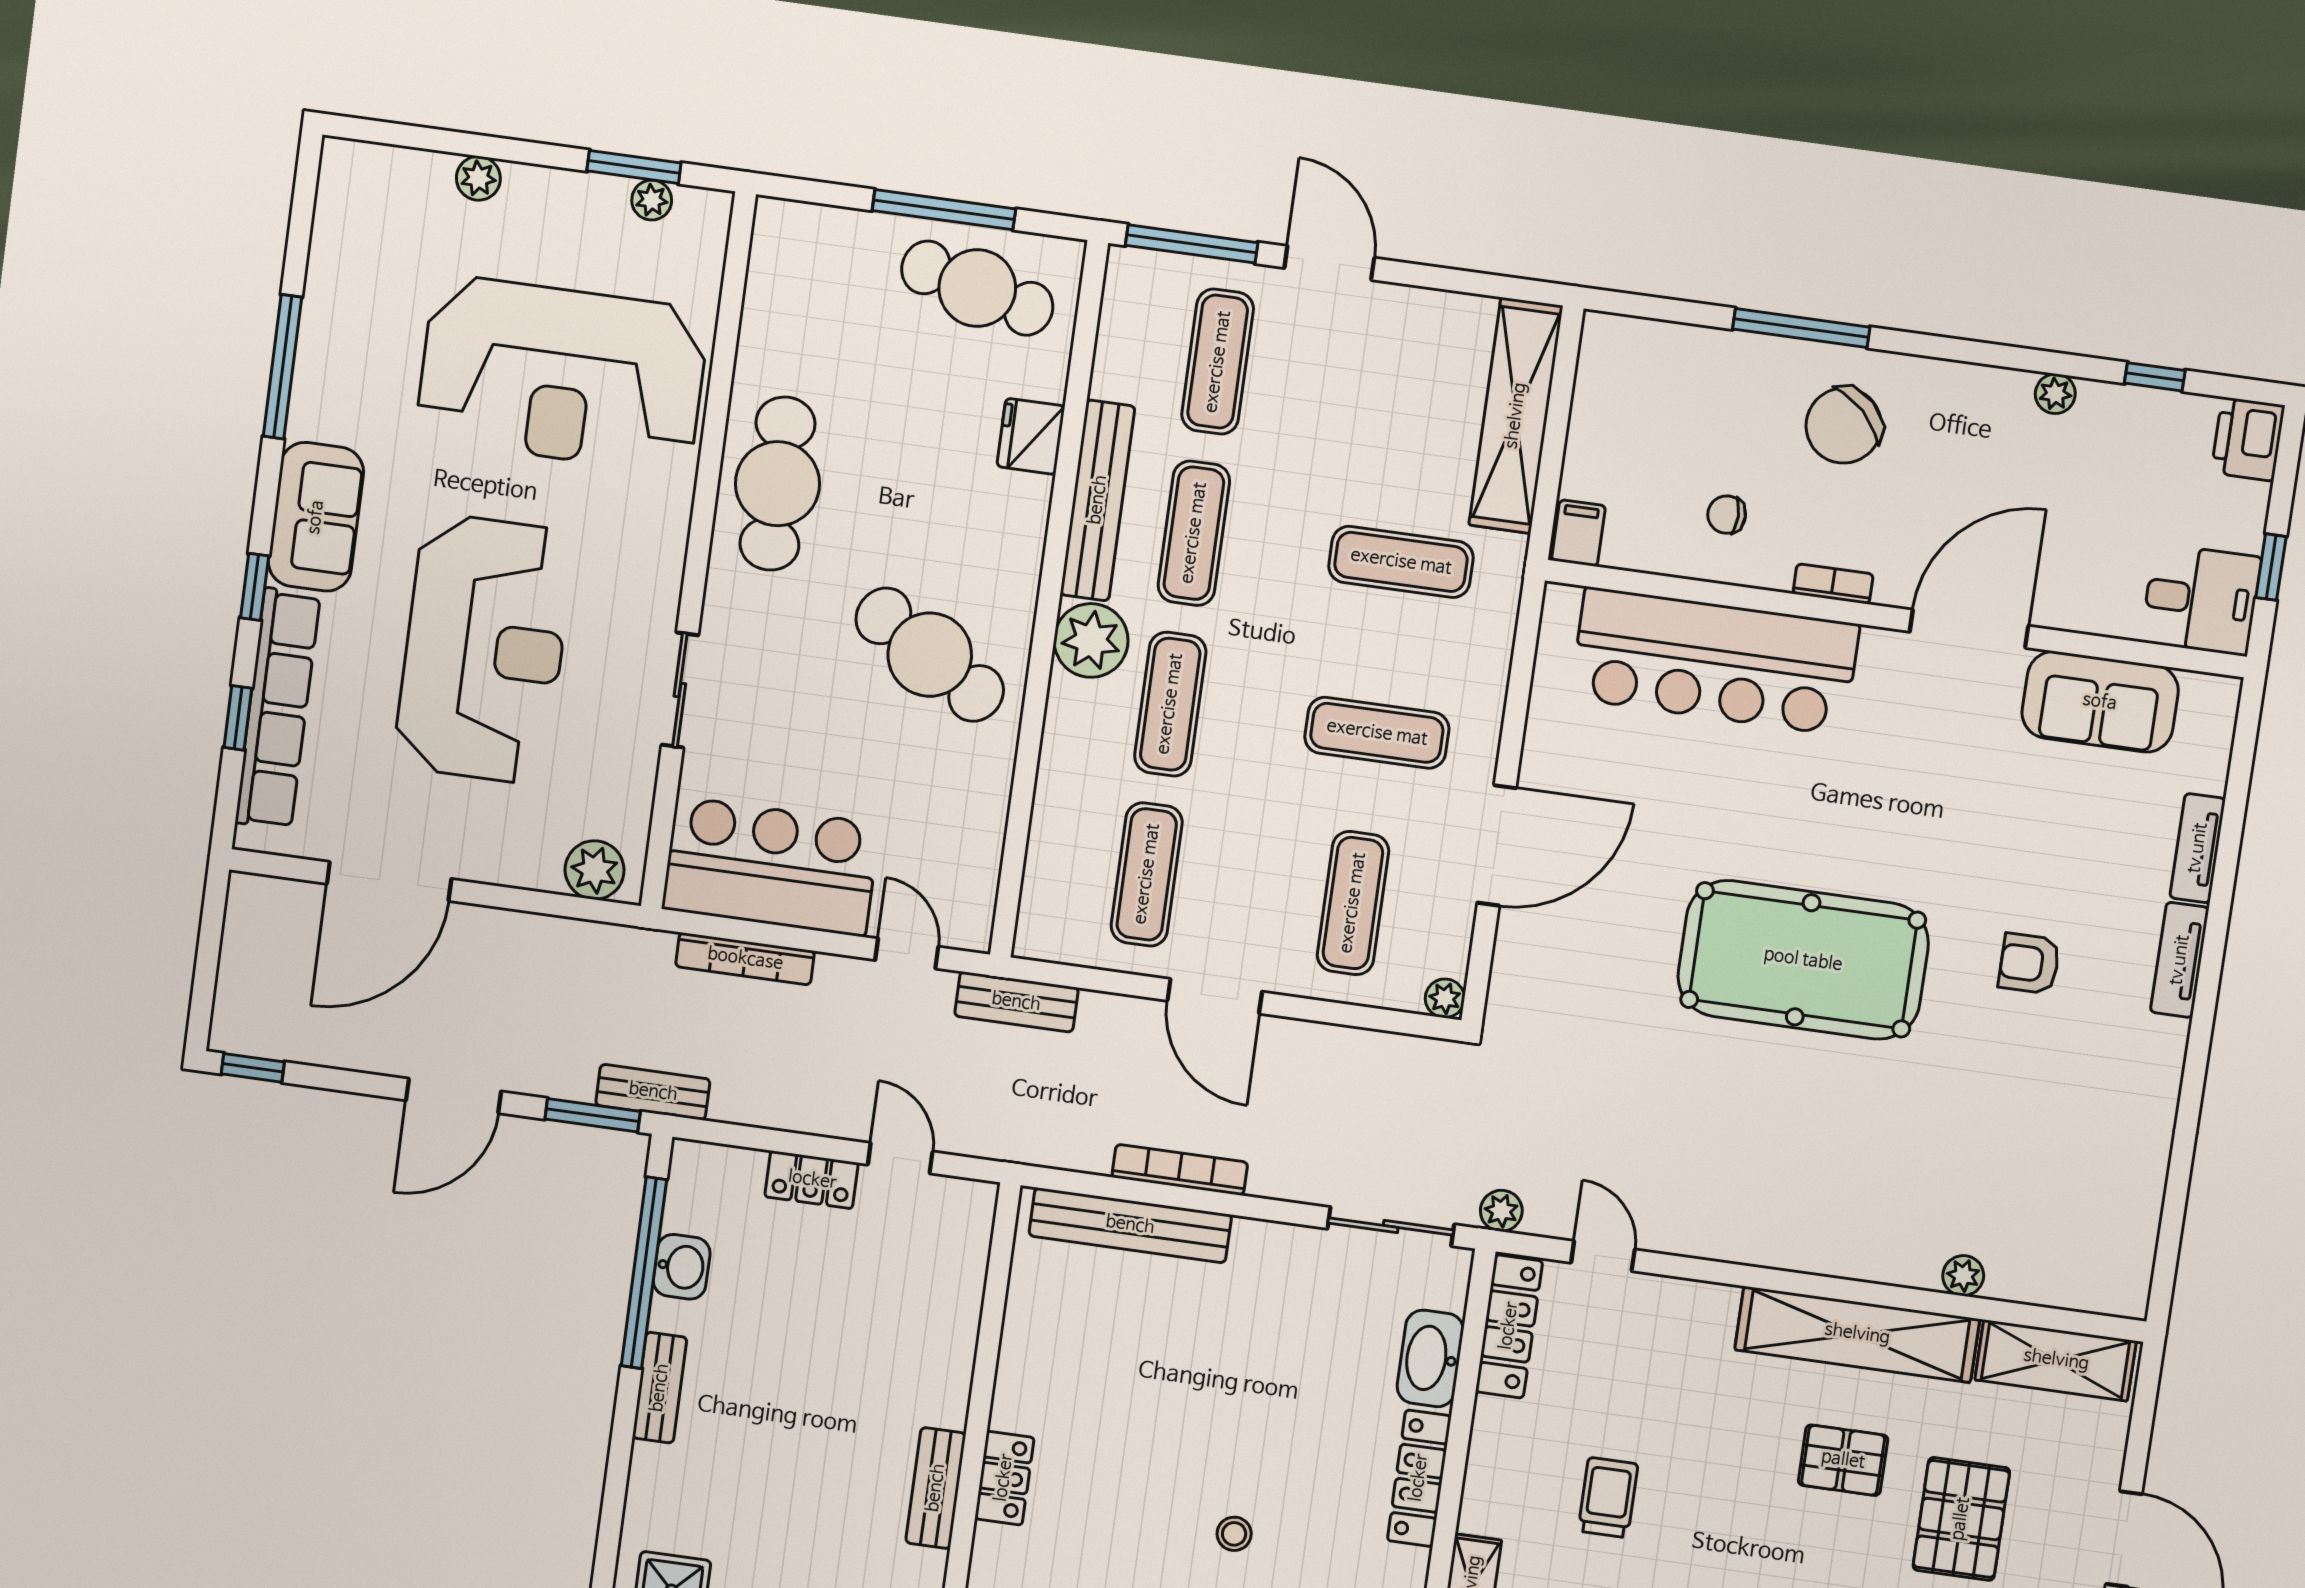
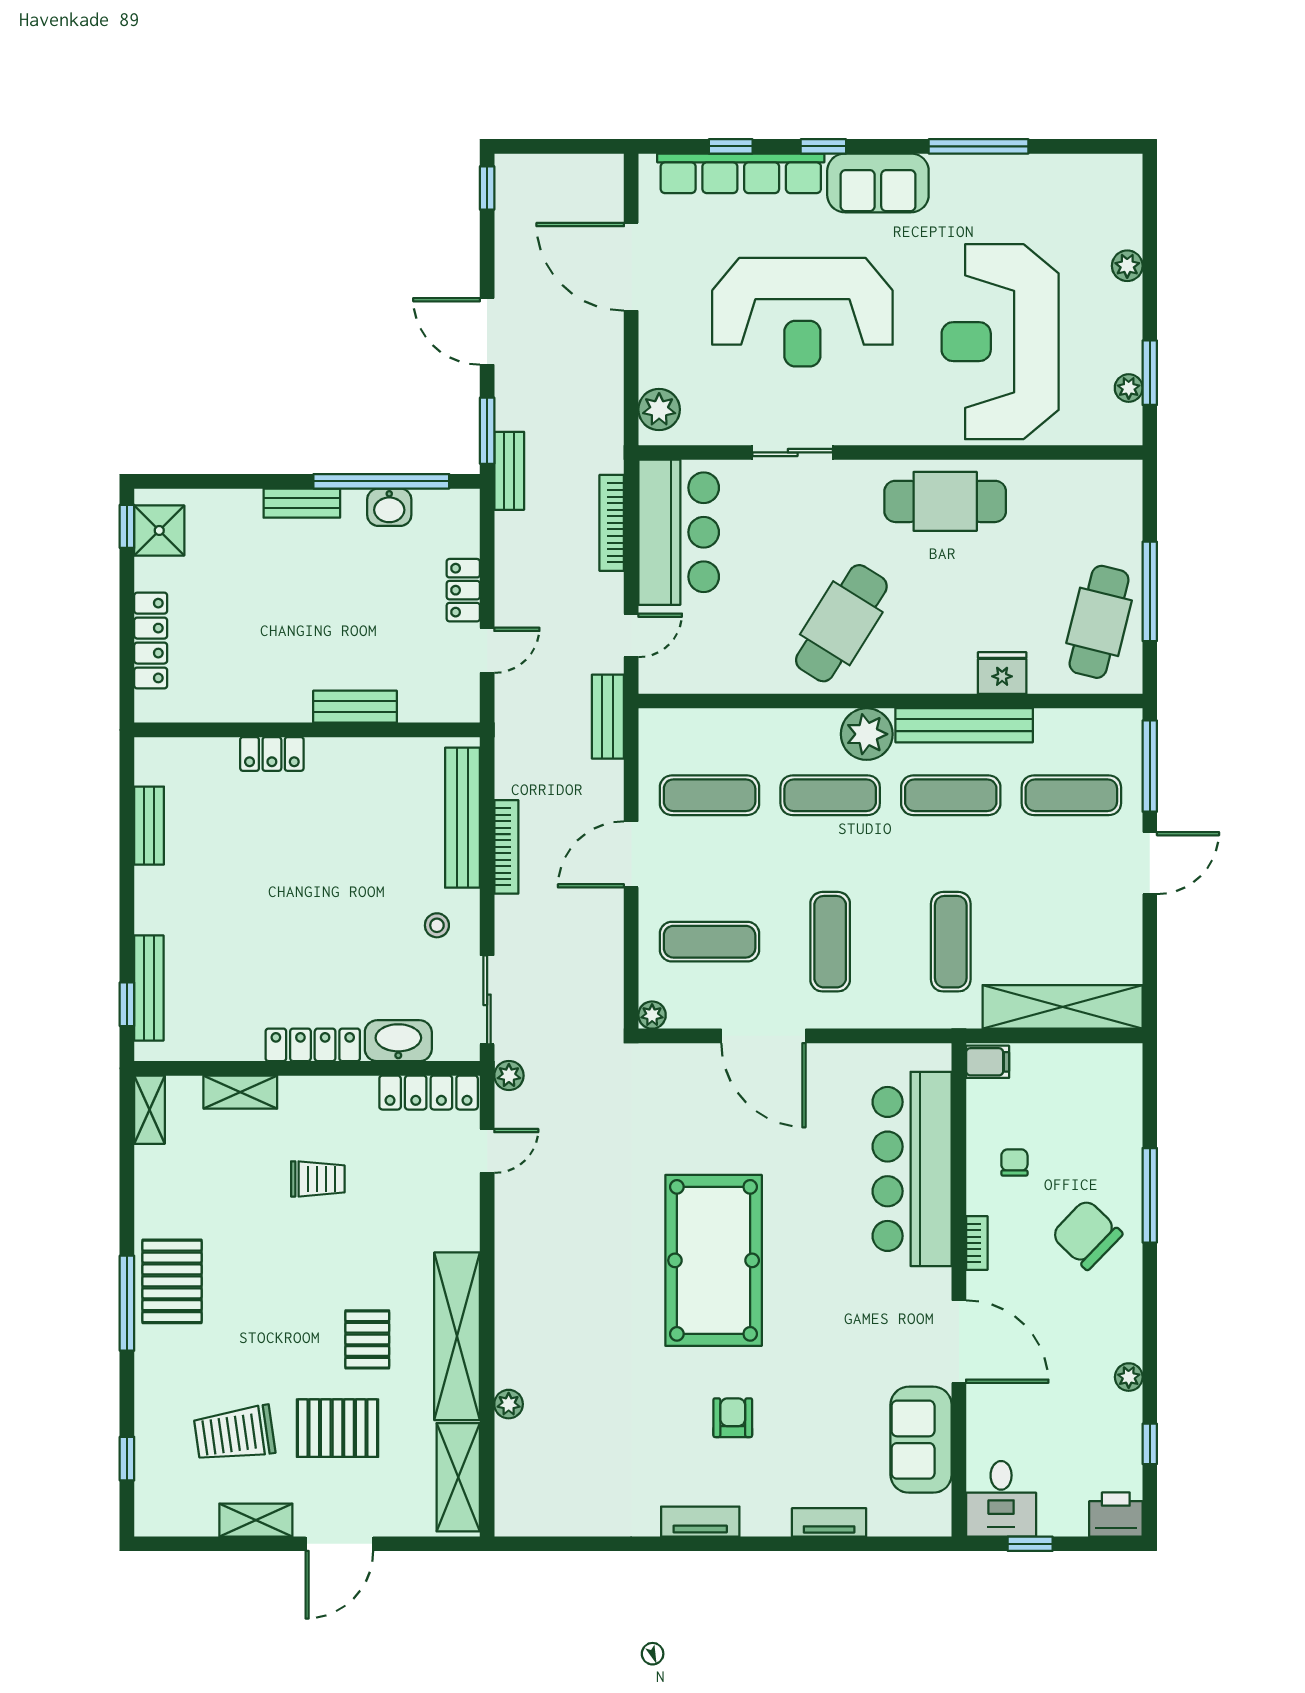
tv unit: (2180, 960) -> (700, 1522), moved
bench: (936, 1488) -> (355, 707), moved
stool: (1234, 1534) -> (437, 925), moved

